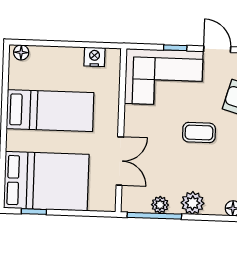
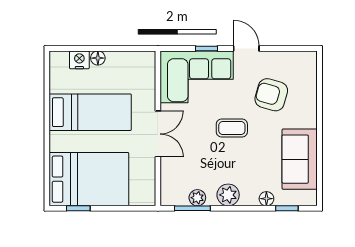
floor lamp: (21, 52) -> (98, 58), moved
nightstand: (94, 57) -> (79, 60), moved
double door: (120, 161) -> (158, 134), moved
window: (154, 216) -> (192, 208), width x0.69

